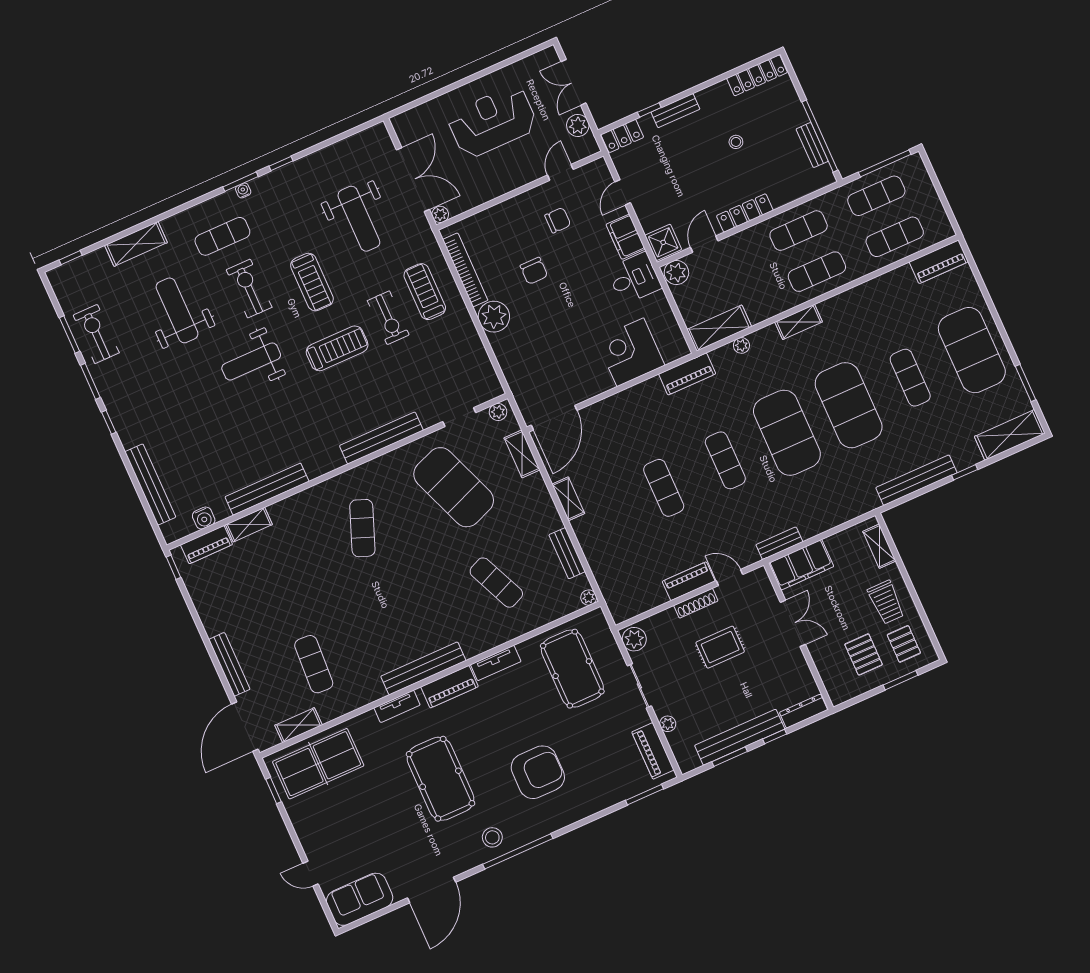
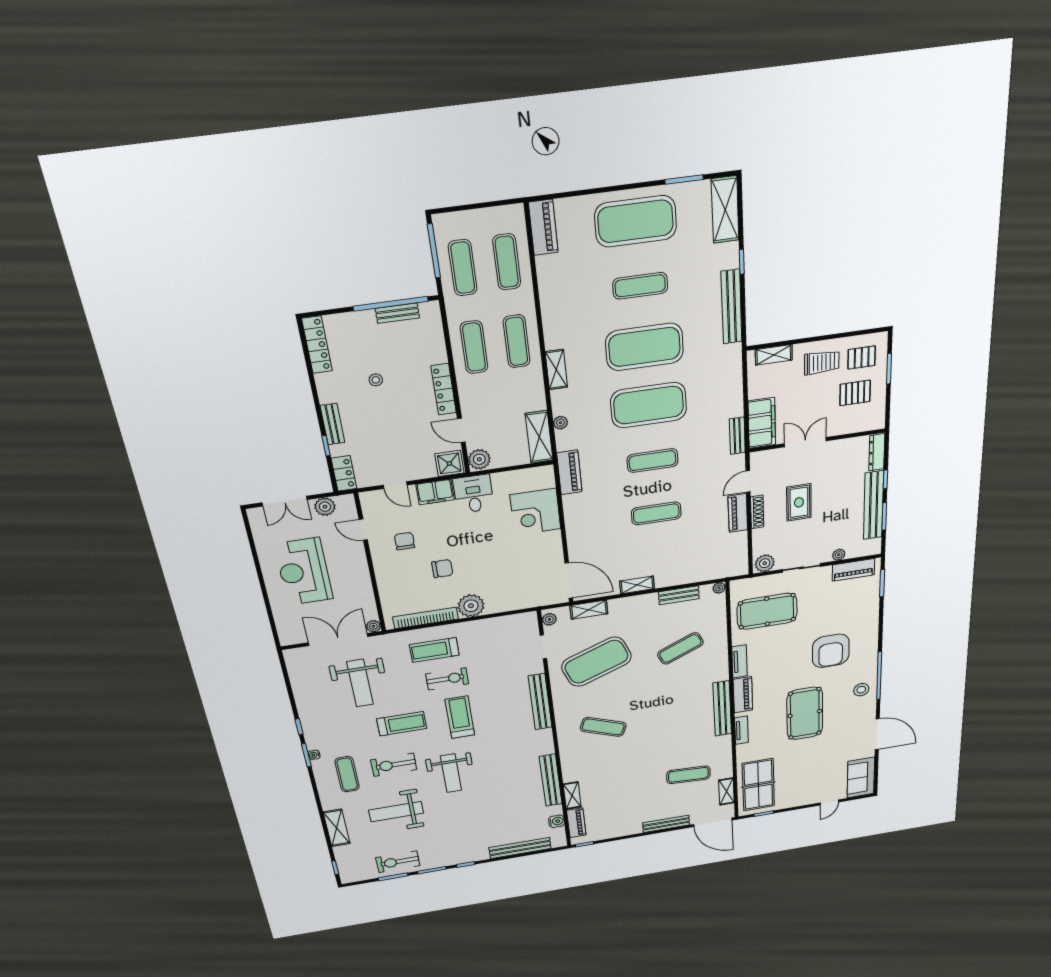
weight bench: (359, 219) -> (360, 683), turned 90
armchair: (538, 772) -> (831, 651), turned 180
pool table: (441, 779) -> (805, 713), turned 90

